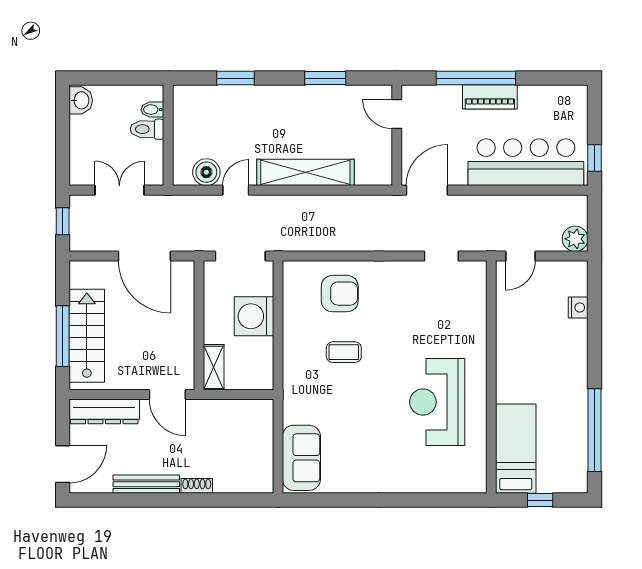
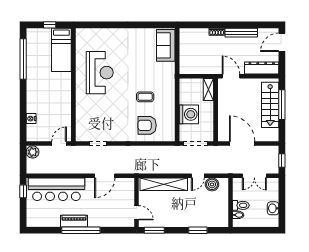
washbasin: (81, 100) -> (273, 208), moved
door: (397, 114) -> (136, 213), moved
wall: (397, 135) -> (136, 202), moved

